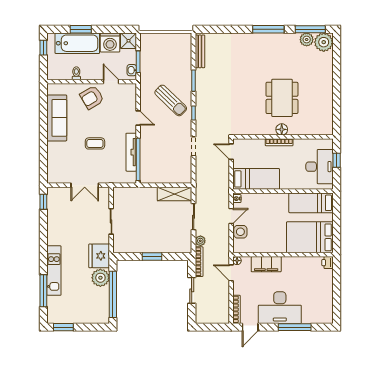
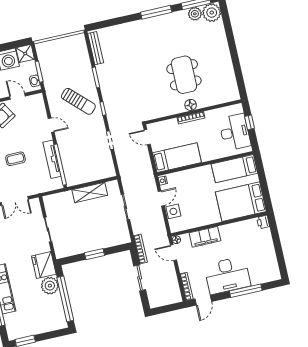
shelving: (175, 194) -> (90, 192), moved
plant: (200, 241) -> (137, 229), removed

